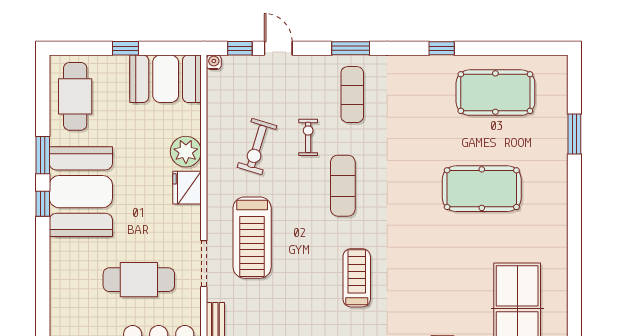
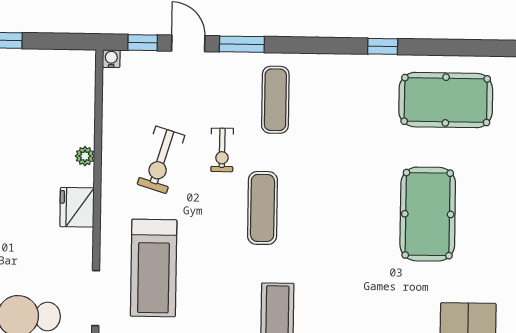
window: (351, 48) -> (242, 44), moved
booth: (166, 79) -> (54, 77), removed
exercise bike: (308, 137) -> (222, 150), turned 180
plant: (186, 152) -> (85, 156), width x0.53, depth x0.53
pool table: (482, 189) -> (428, 214), turned 90

